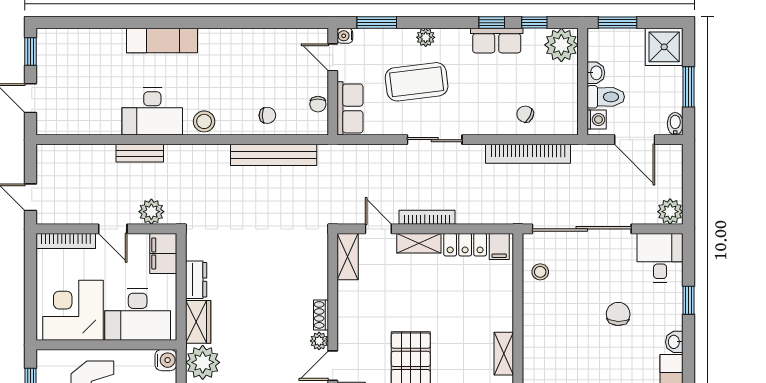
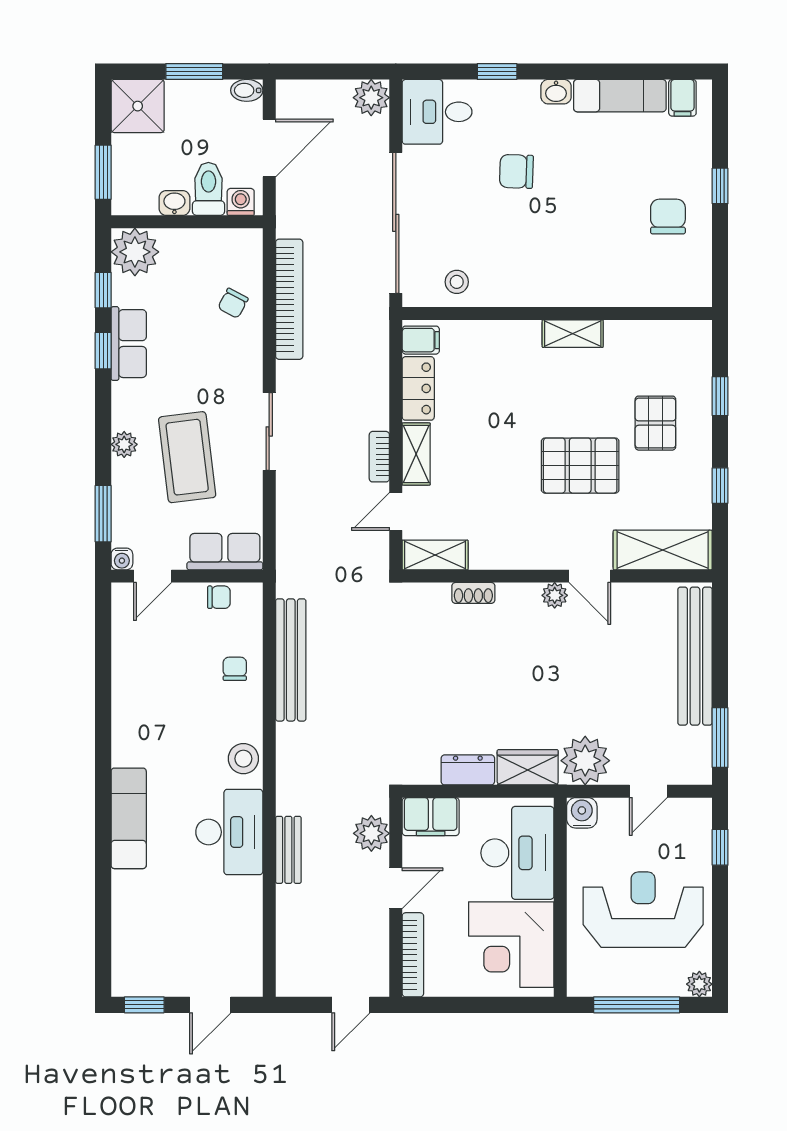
bookcase: (427, 217) -> (379, 457), width x0.64
shoe rack: (321, 315) -> (473, 593), moved

